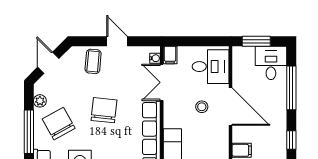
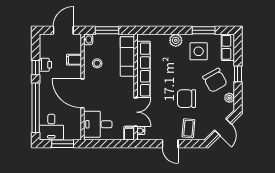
window: (291, 88) -> (36, 108), width x1.46
stool: (202, 107) -> (97, 63), moved
chair: (104, 110) -> (186, 99), moved, turned 84
window: (29, 132) -> (238, 74), width x0.46
printer: (279, 144) -> (45, 65), added

